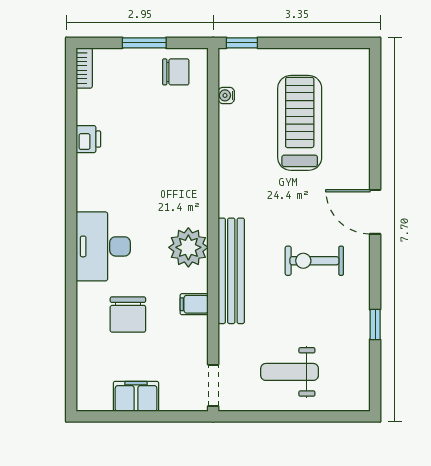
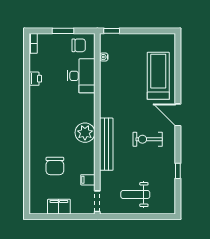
treadmill: (300, 123) -> (158, 76), moved
desk: (103, 246) -> (81, 76), moved, turned 180
filing cabinet: (194, 304) -> (88, 180), moved

